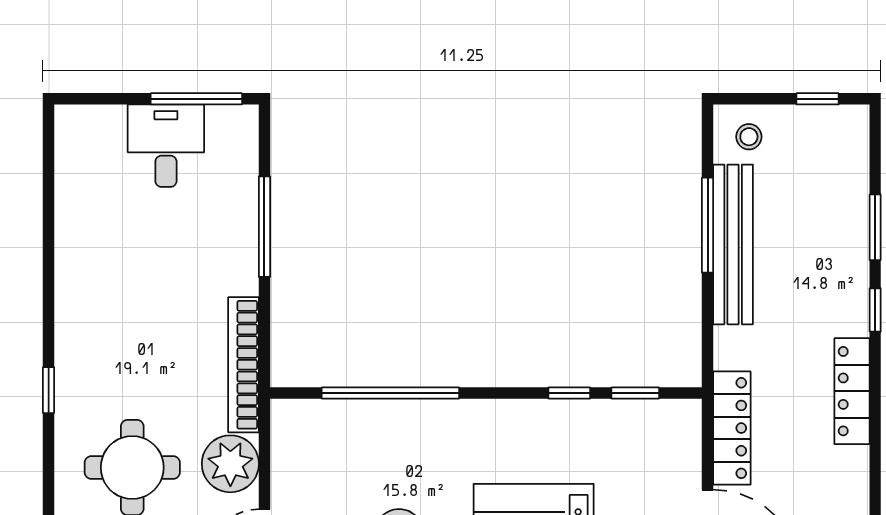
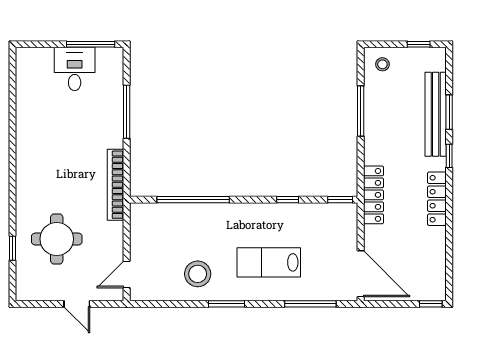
bench: (733, 244) -> (436, 114), moved
window: (49, 390) -> (13, 248), moved
window: (635, 393) -> (340, 200), moved
locker: (732, 428) -> (373, 195), moved
plant: (230, 464) -> (109, 237), removed

